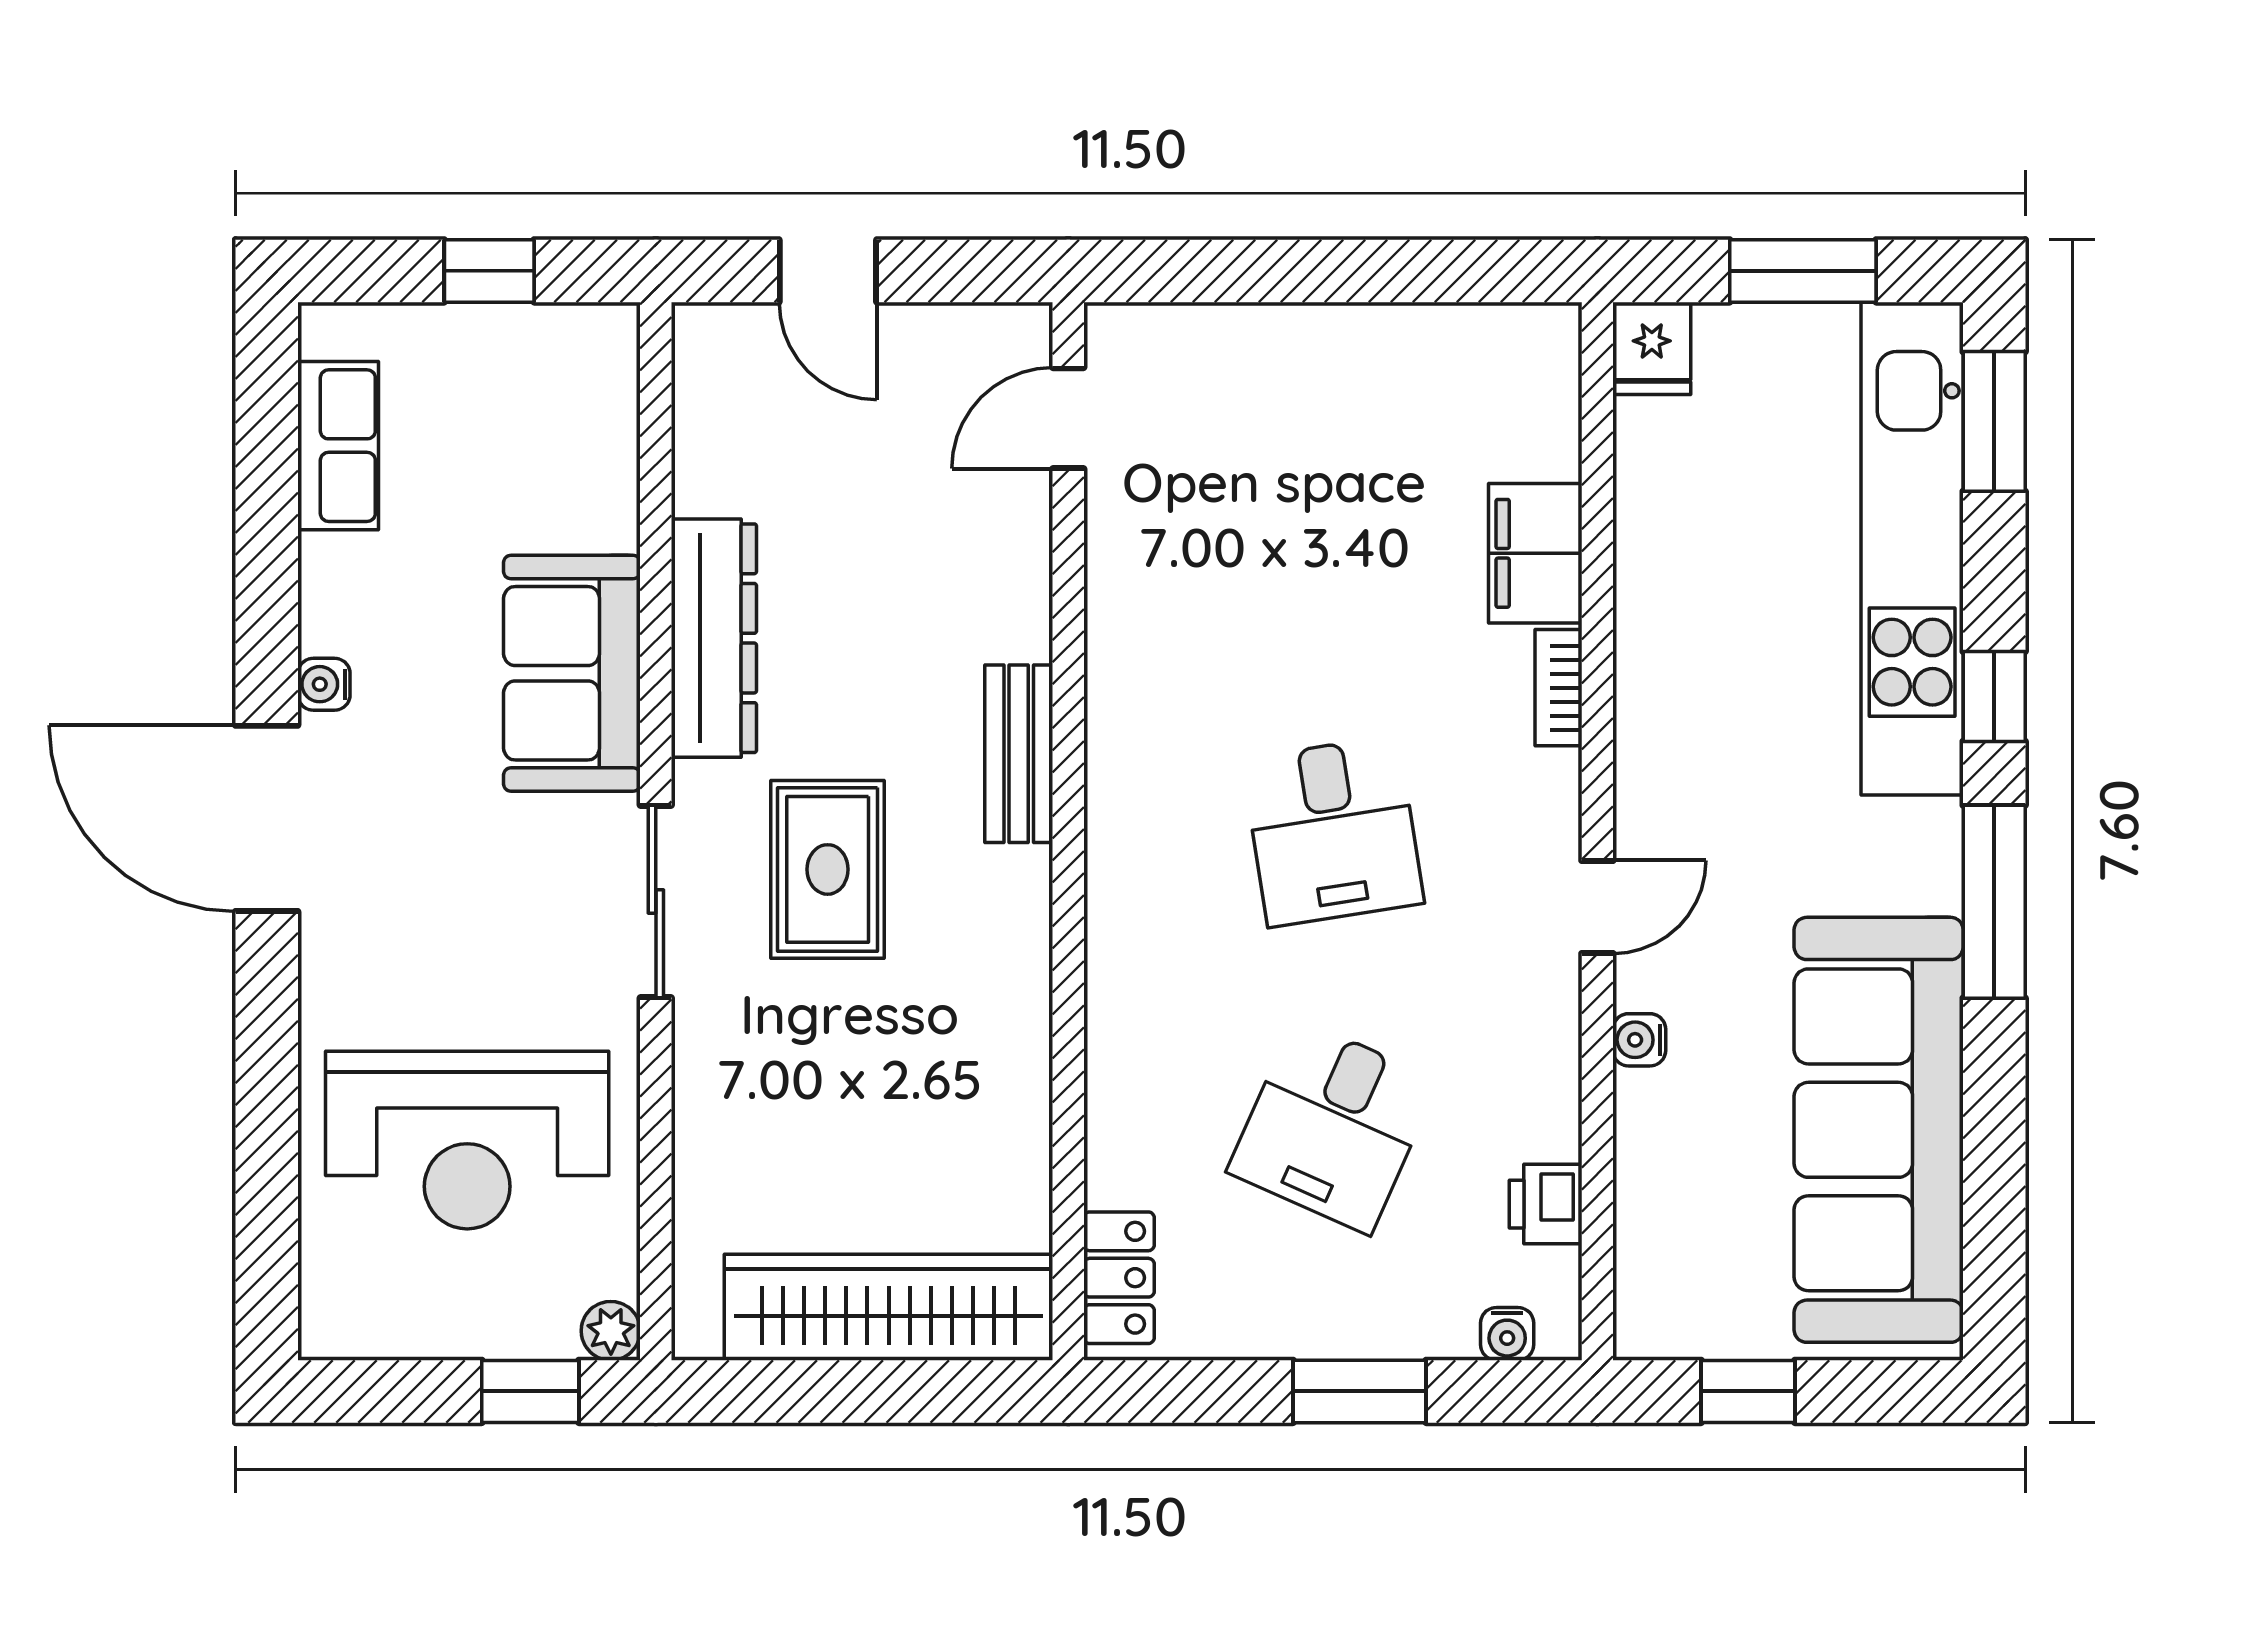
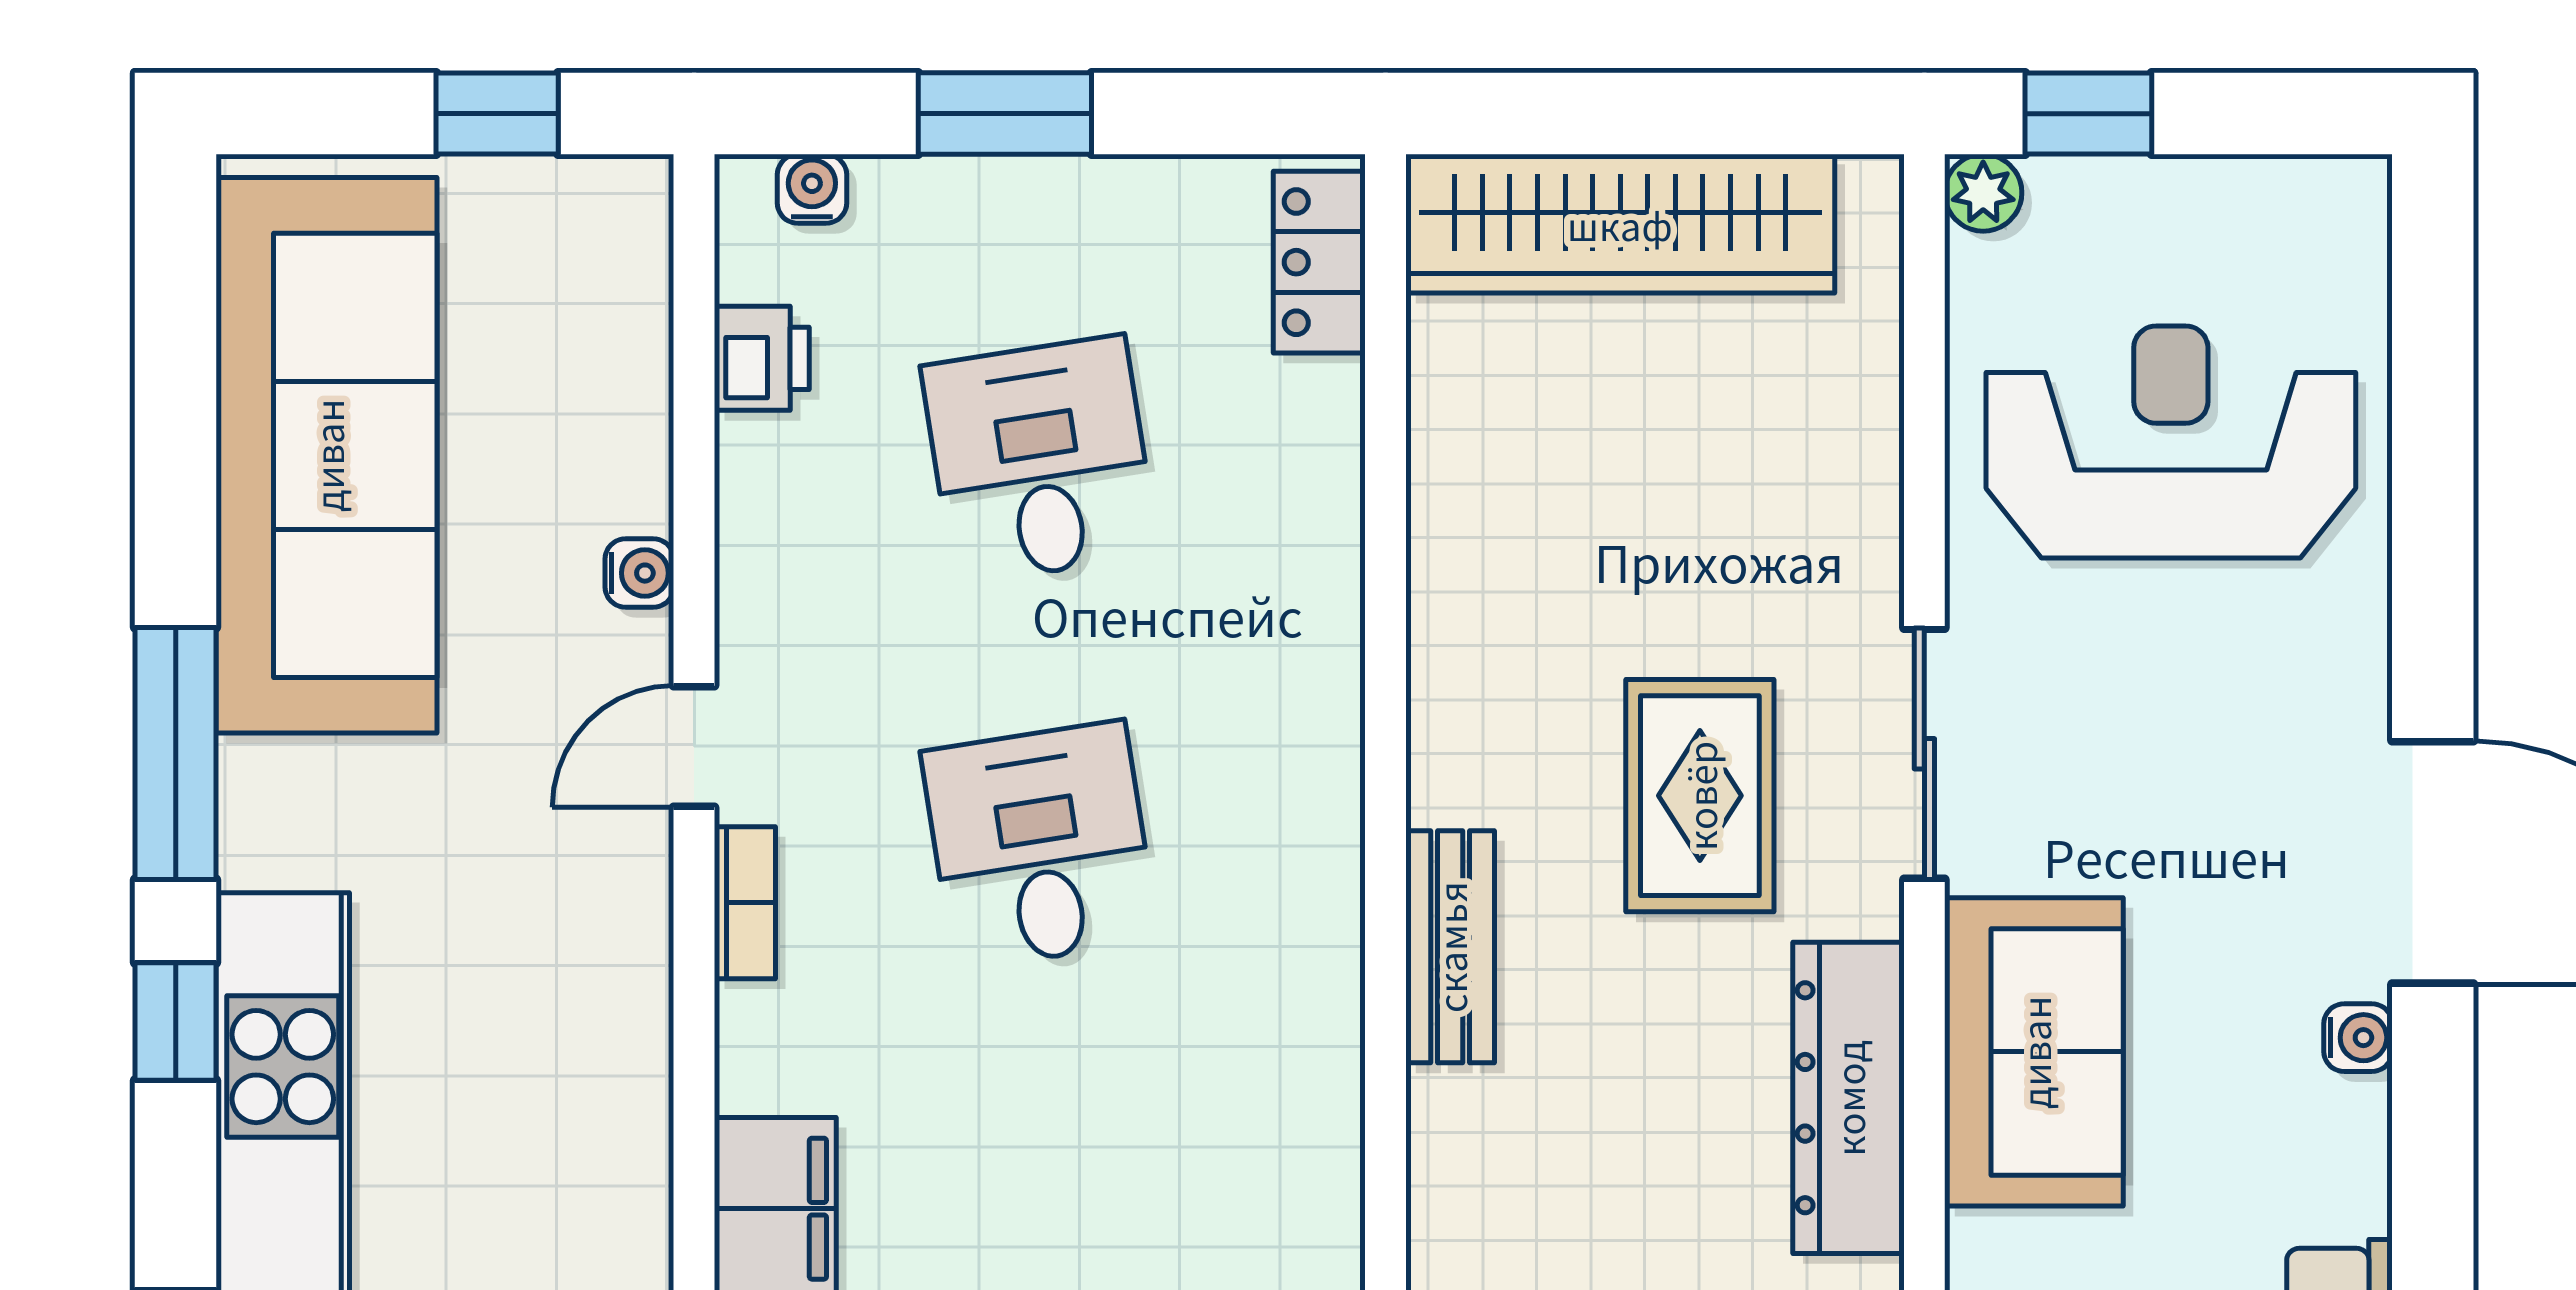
bookcase: (1559, 688) -> (745, 903), moved
desk: (1333, 1126) -> (1040, 460), turned -33

